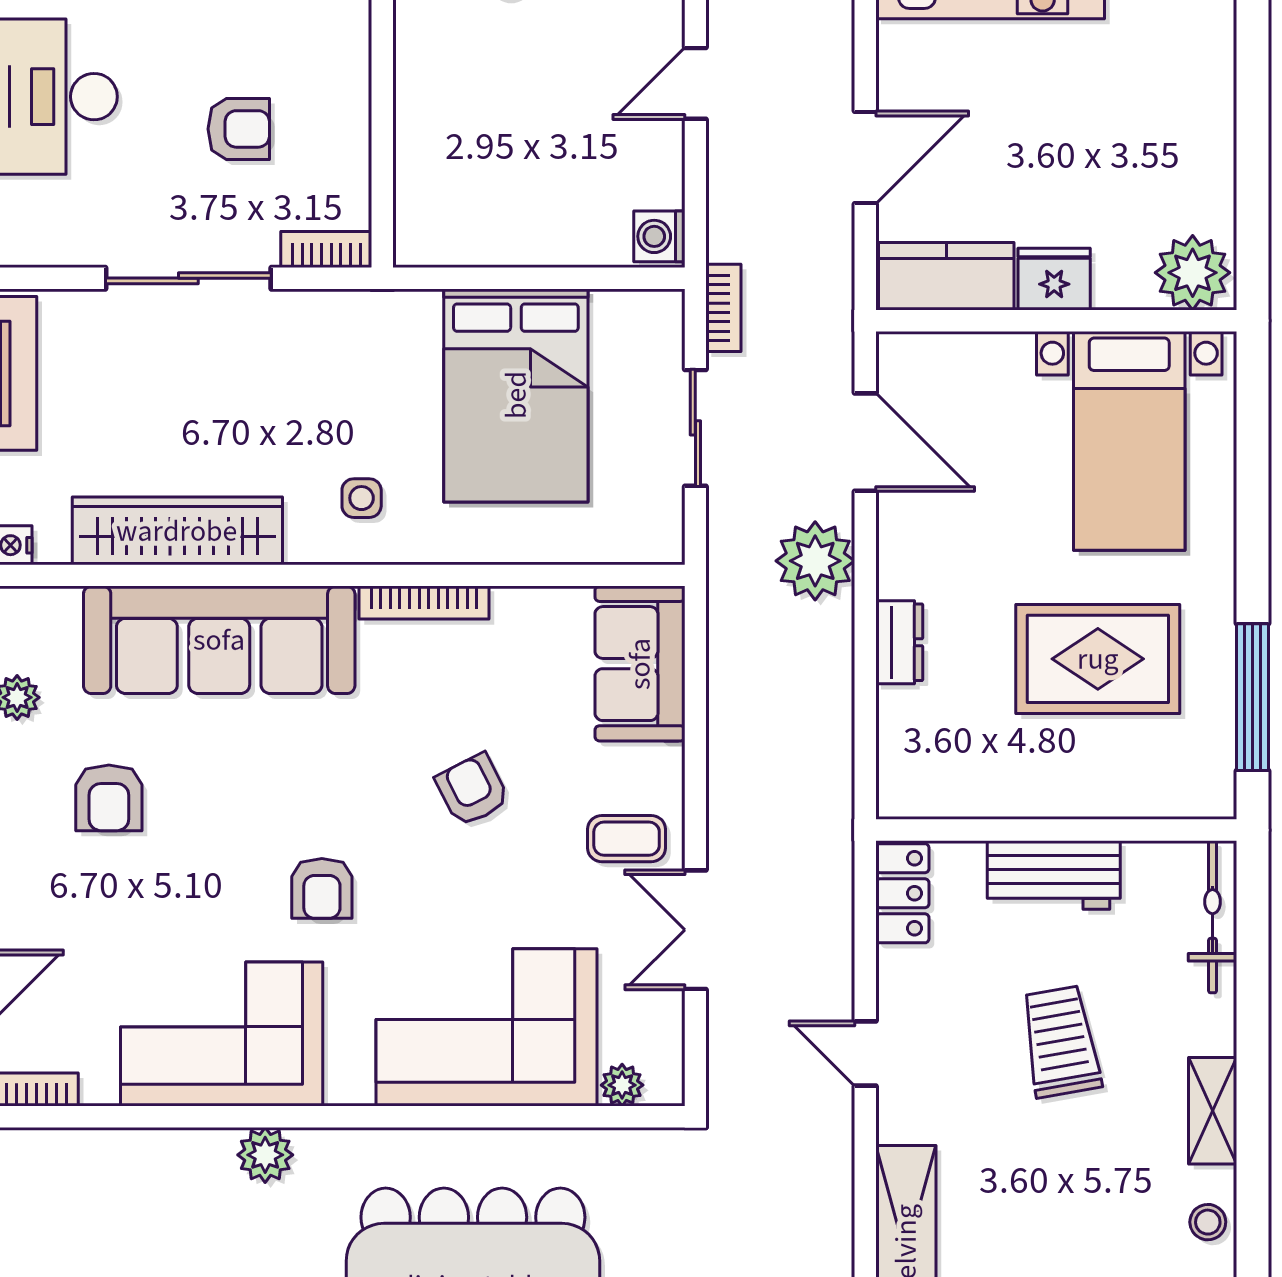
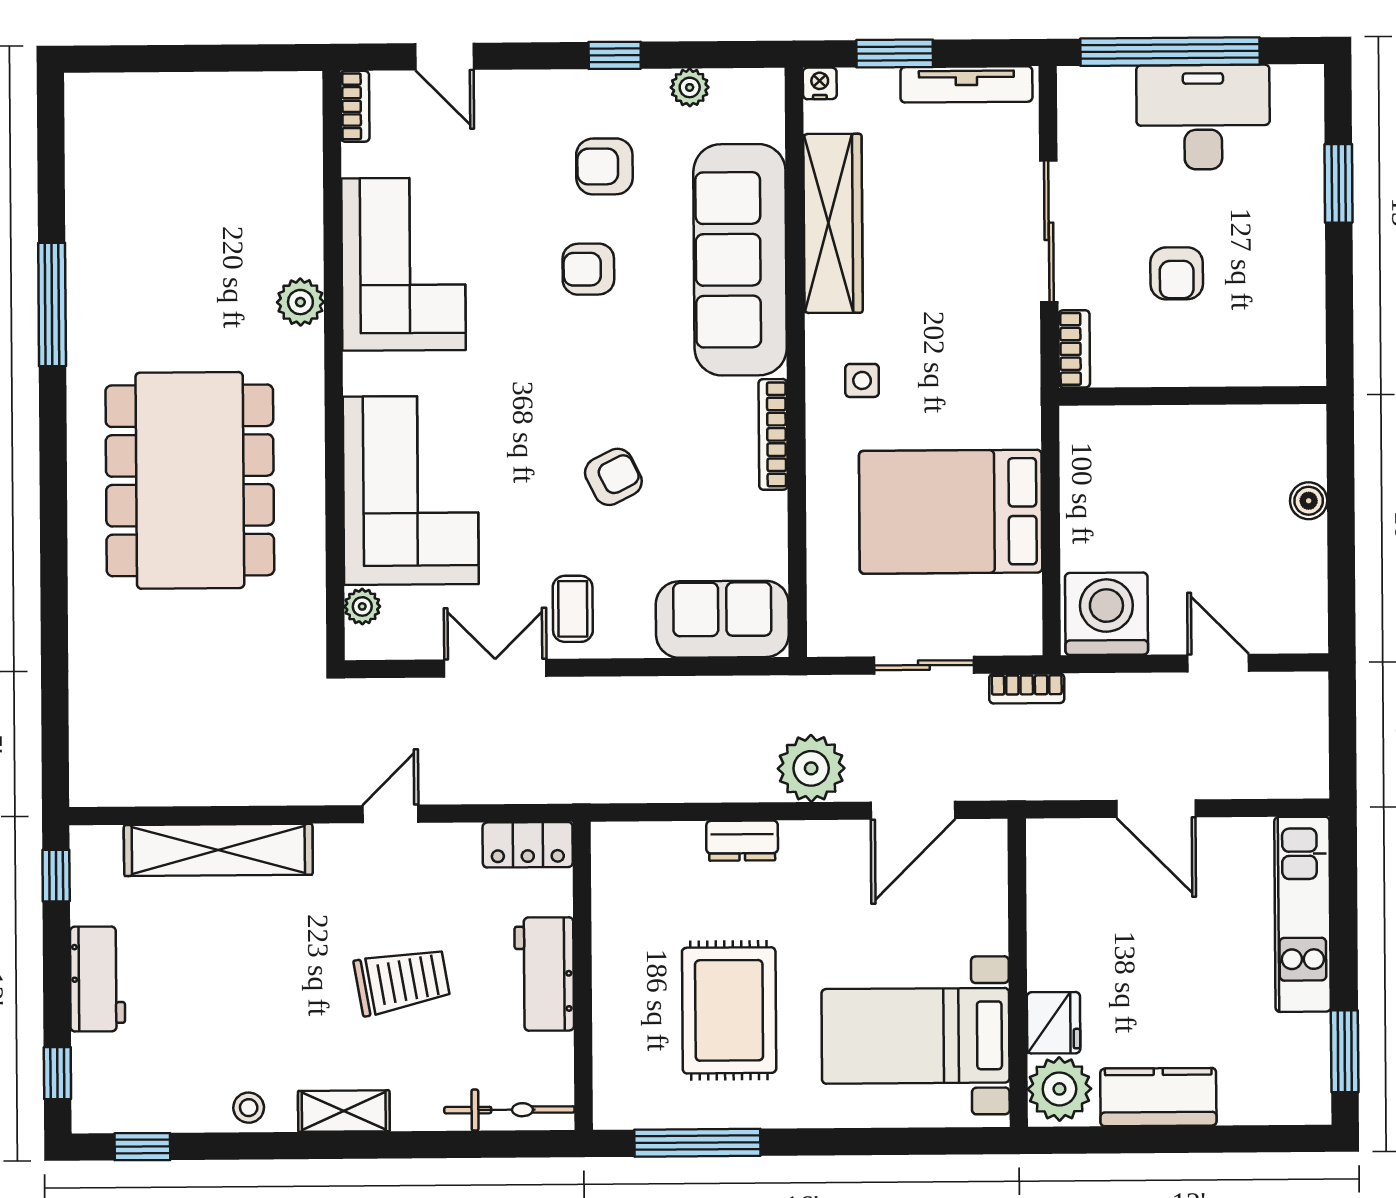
washing machine: (659, 236) -> (1107, 614), width x1.89, depth x1.89
kitchen counter: (946, 276) -> (1158, 1097), moved, turned -90
fridge: (1054, 279) -> (1054, 1023), moved
armchair: (322, 888) -> (588, 269), moved

